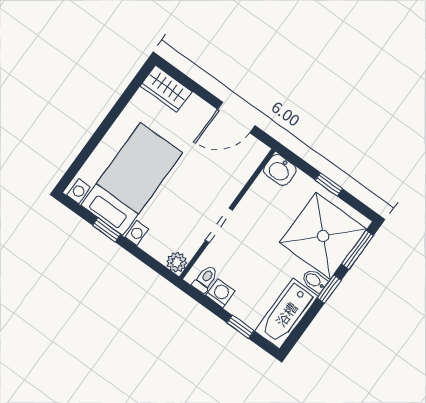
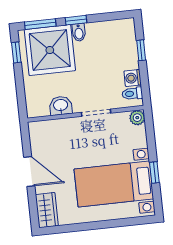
door: (236, 117) -> (29, 172), moved
washbasin: (280, 170) -> (61, 106), moved, turned -90
window: (329, 184) -> (16, 52), moved
bathtub: (286, 314) -> (111, 32), removed

